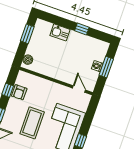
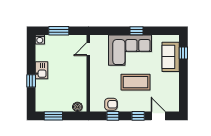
window: (82, 29) -> (31, 81), moved
kitchen sink: (60, 32) -> (41, 70), moved
washing machine: (97, 66) -> (40, 39), moved

